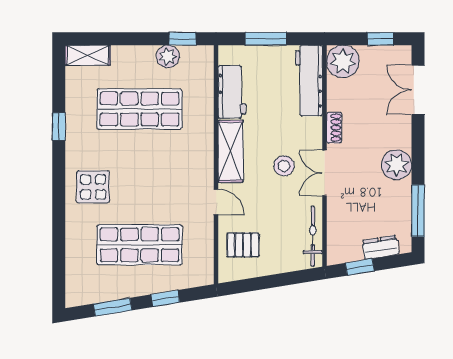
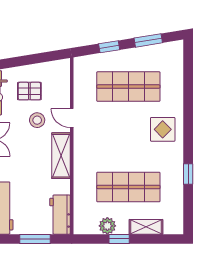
window: (182, 39) -> (119, 239), moved
shelving: (88, 55) -> (146, 227), moved
workbench: (232, 92) -> (60, 215), moved
stool: (284, 166) -> (37, 120), moved
pallet: (243, 245) -> (29, 91), moved

